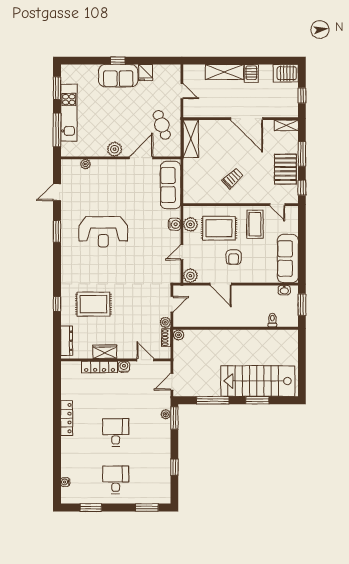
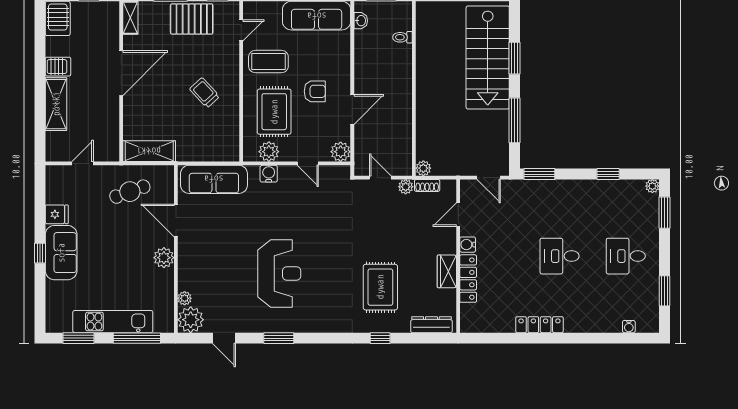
plant: (70, 168) -> (191, 320), added
plant: (166, 414) -> (652, 186), moved

